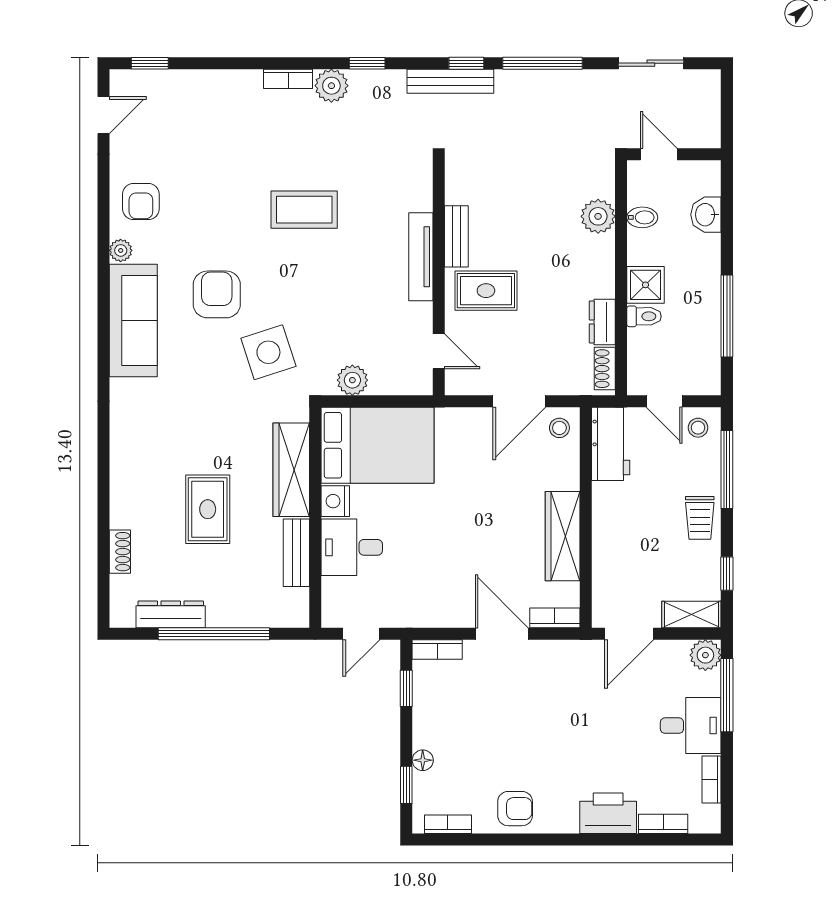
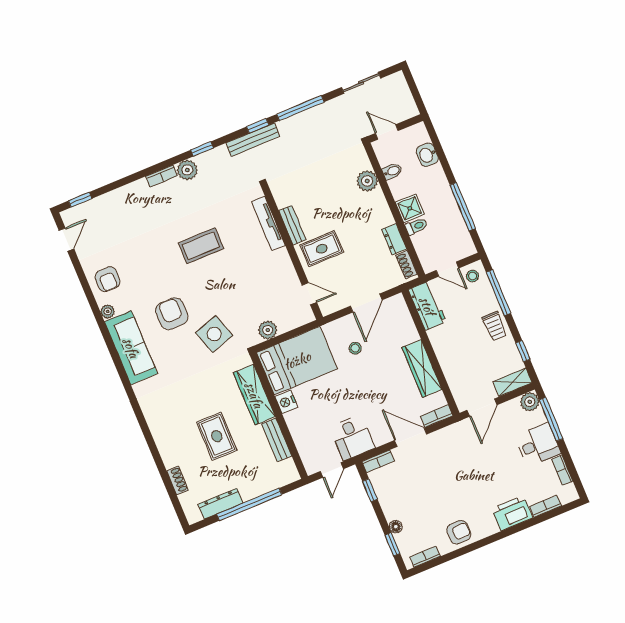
tv unit: (421, 257) -> (268, 223), moved
stool: (559, 428) -> (355, 348), moved
desk: (352, 547) -> (352, 438), moved, turned -90

